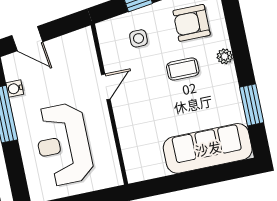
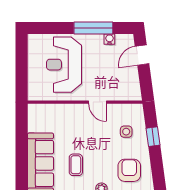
coffee table: (183, 69) -> (76, 165), moved
reception desk: (63, 144) -> (64, 65), turned -90

